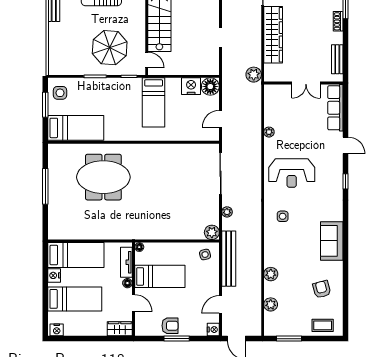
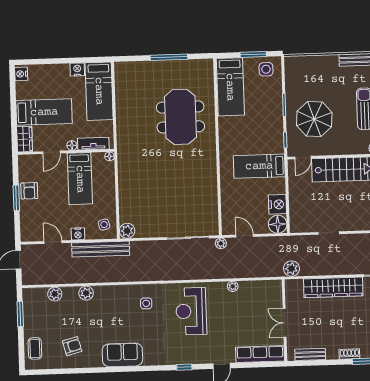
plant: (227, 212) -> (221, 243), moved
bed: (75, 299) -> (44, 112), moved, turned -90
nightstand: (213, 330) -> (78, 234), moved

